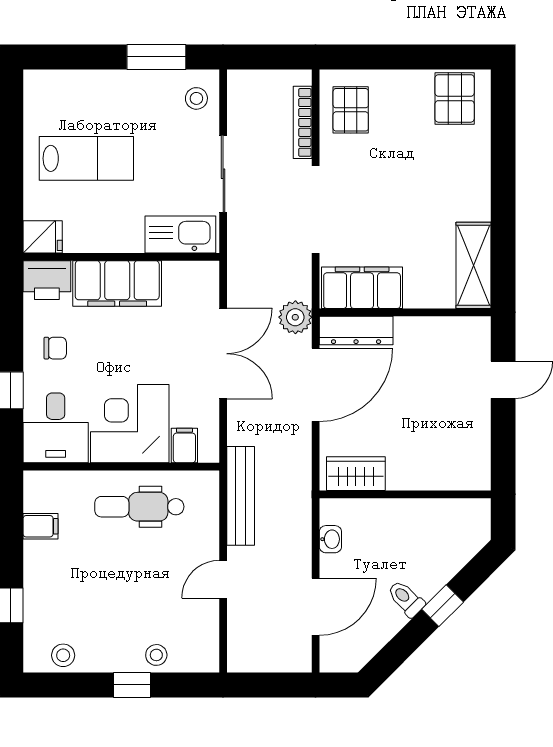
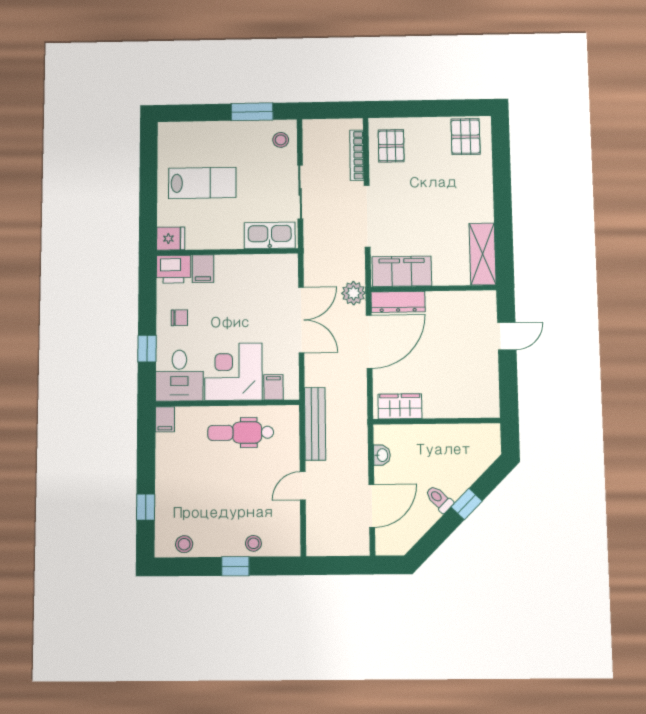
filing cabinet: (117, 283) -> (203, 269), width x0.33, depth x0.86
filing cabinet: (40, 526) -> (165, 419), moved, turned 90

